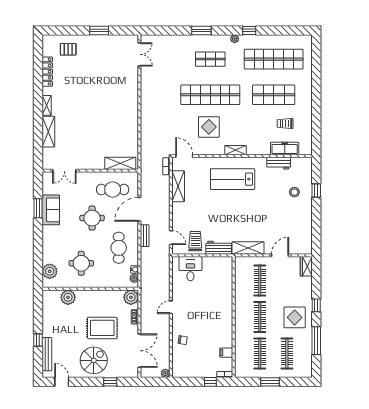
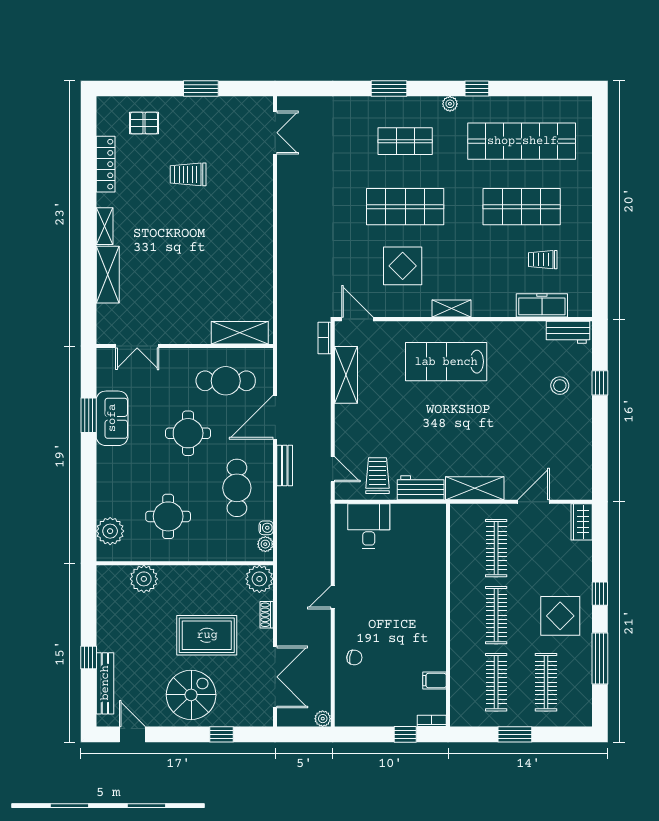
trolley: (92, 77) -> (188, 174), added
shop shelf: (210, 95) -> (405, 207), width x0.71
workbench: (279, 163) -> (568, 332), moved

